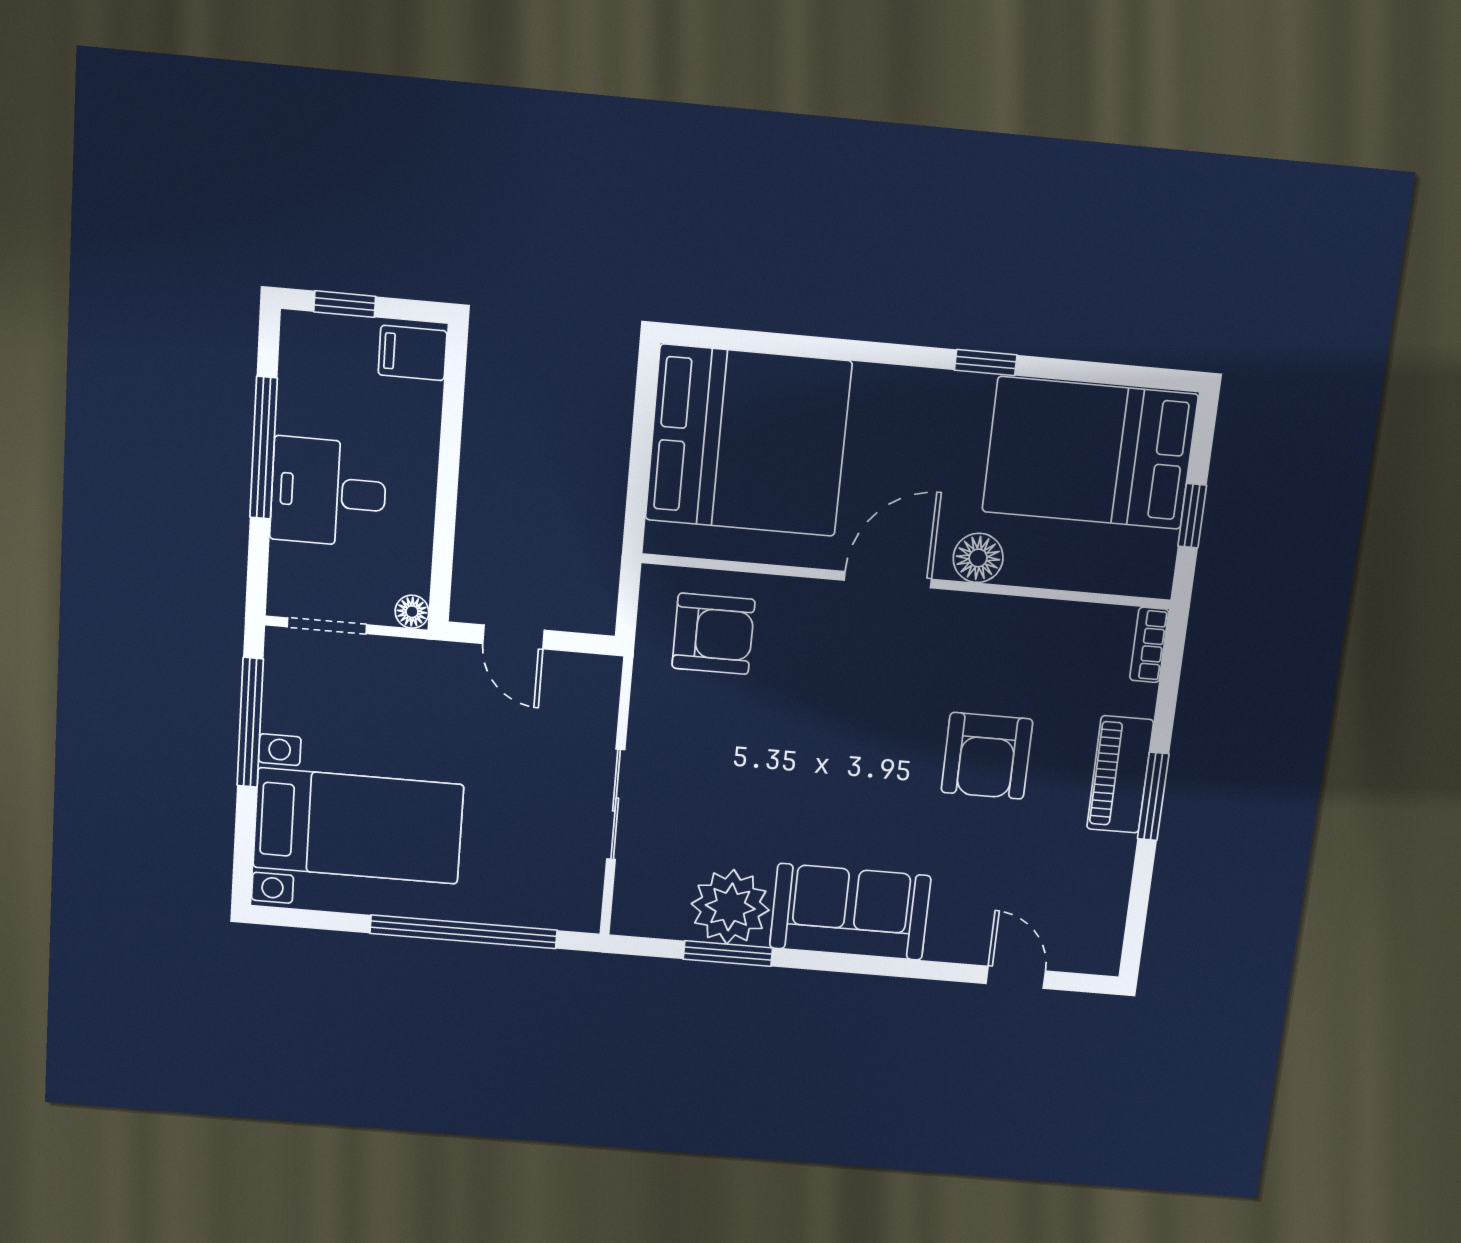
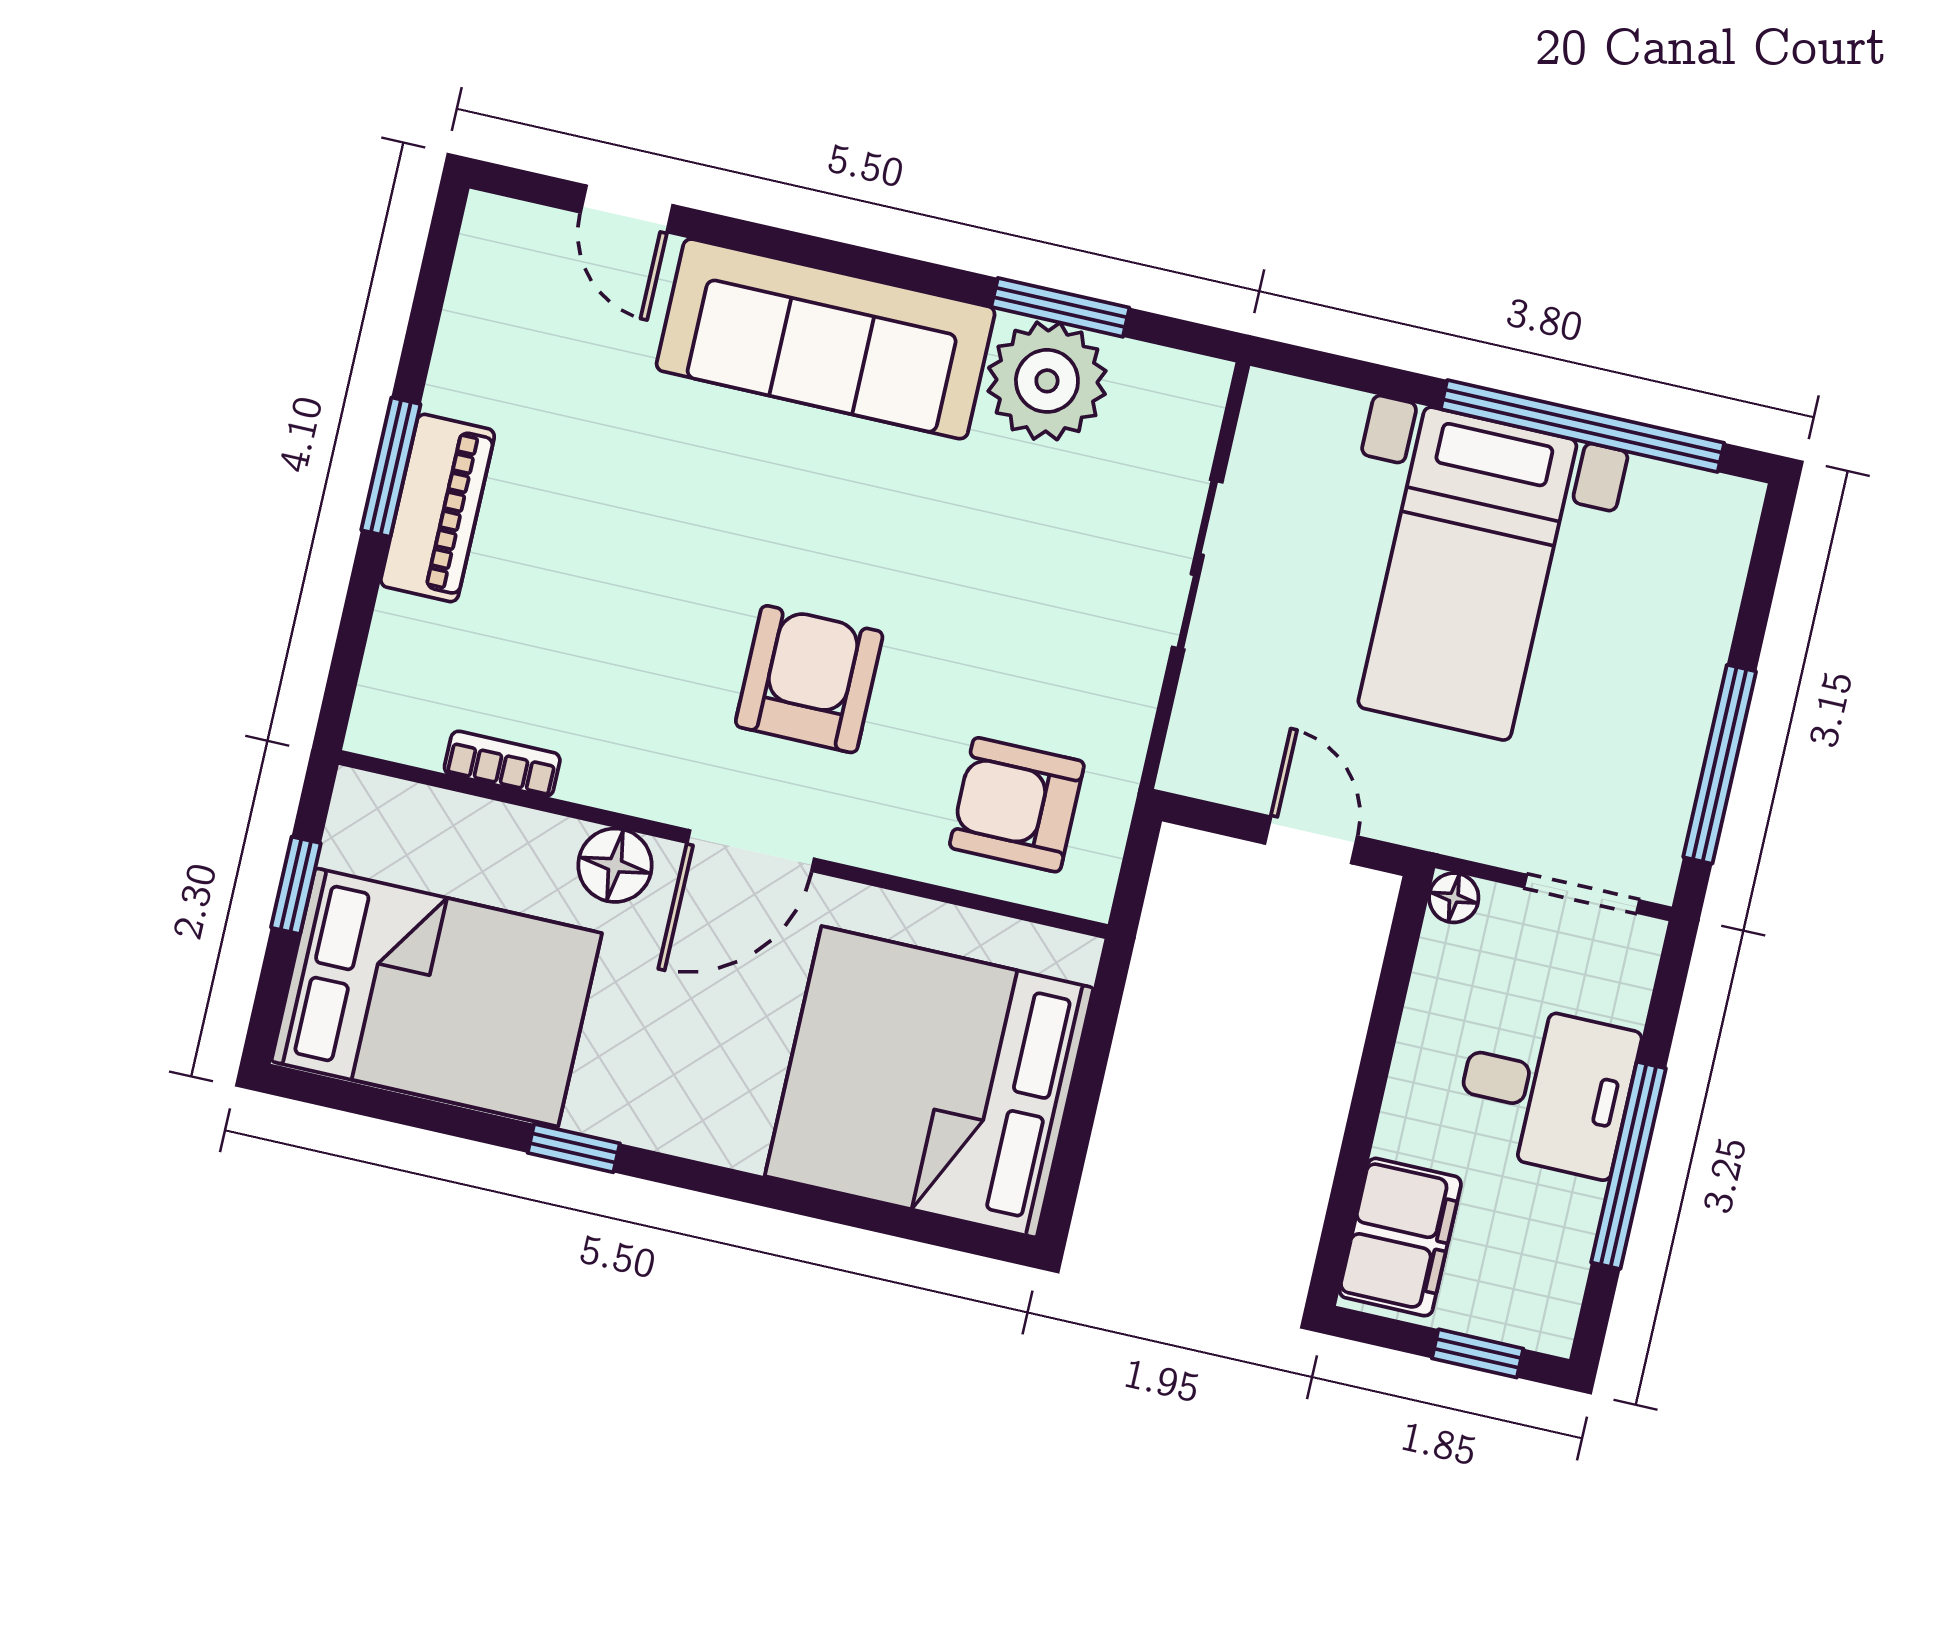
filing cabinet: (413, 353) -> (1400, 1237), width x2.00
bookcase: (1149, 645) -> (502, 764), moved, turned -90
armchair: (987, 756) -> (809, 679), moved
bed with nightstands: (358, 826) -> (1467, 574), moved, turned -90
sofa: (850, 912) -> (826, 339), width x1.36
window: (464, 932) -> (1582, 426), moved

